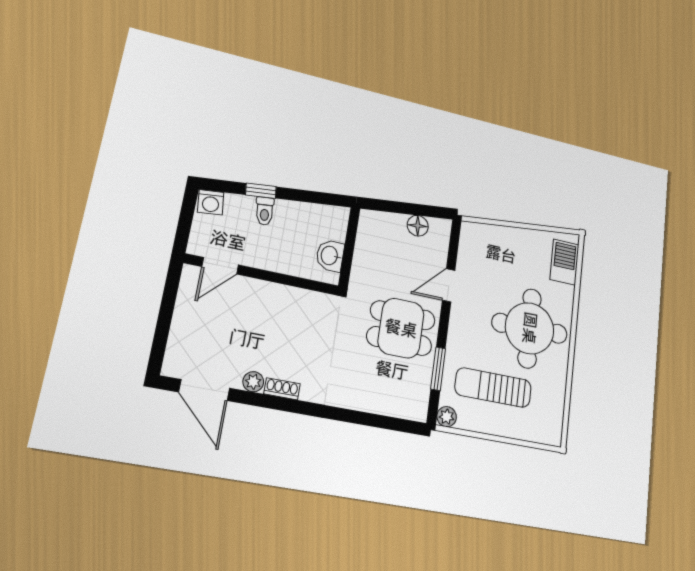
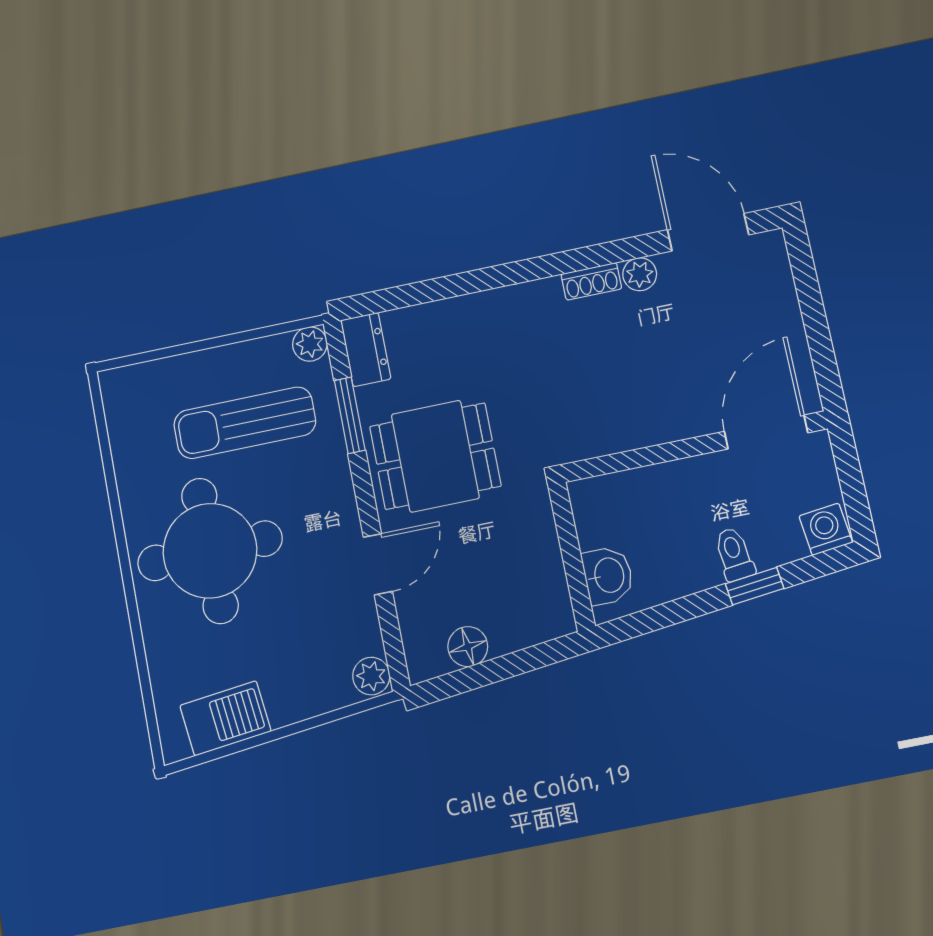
plant: (470, 233) -> (371, 676), added
washbasin: (330, 256) -> (608, 575), moved
barbecue: (564, 262) -> (225, 718), moved, turned -97
door: (220, 266) -> (766, 432), width x1.38
sun lounger: (493, 388) -> (245, 423), turned 180
dresser: (418, 401) -> (366, 350), added

